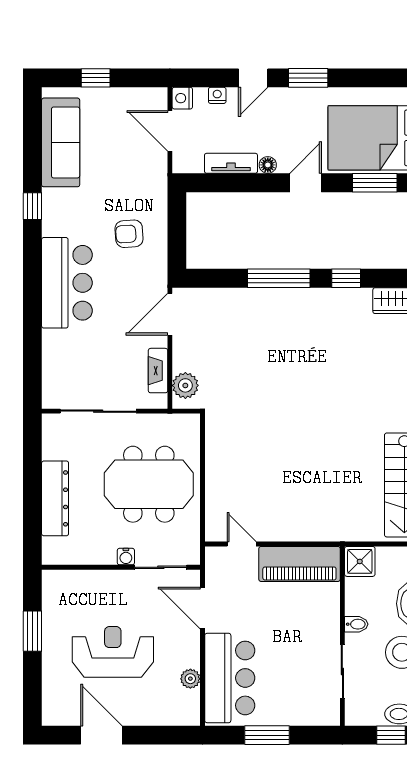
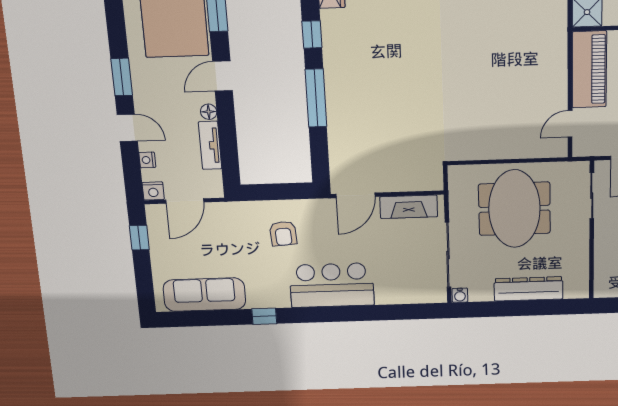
window: (96, 78) -> (139, 238), moved
door: (306, 183) -> (223, 76), hinge flipped
door: (170, 314) -> (356, 195), hinge flipped
fireplace: (158, 371) -> (409, 207), width x1.37, depth x1.32
plant: (185, 385) -> (421, 179), removed
water cooler: (126, 557) -> (460, 295), moved, turned 90

